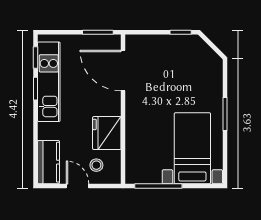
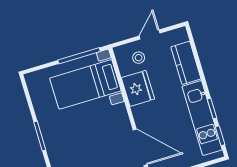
bed with nightstands: (192, 148) -> (85, 84), moved, turned 90
kitchen counter: (48, 162) -> (186, 63), moved
door: (78, 186) -> (150, 34), swing flipped

